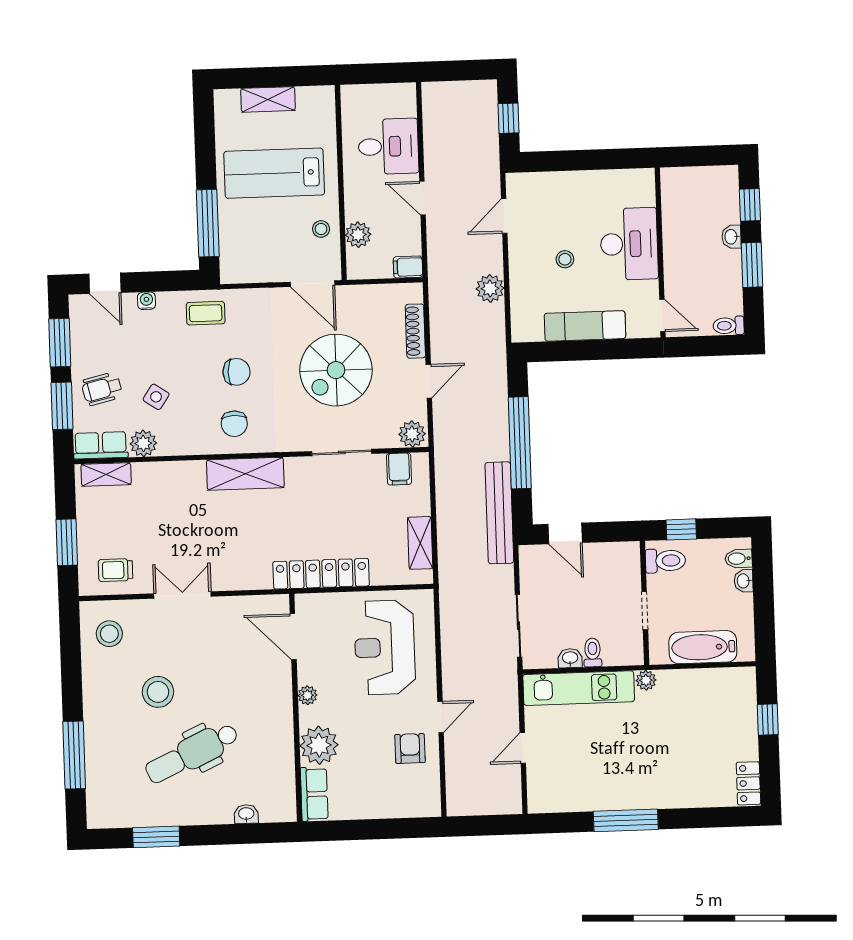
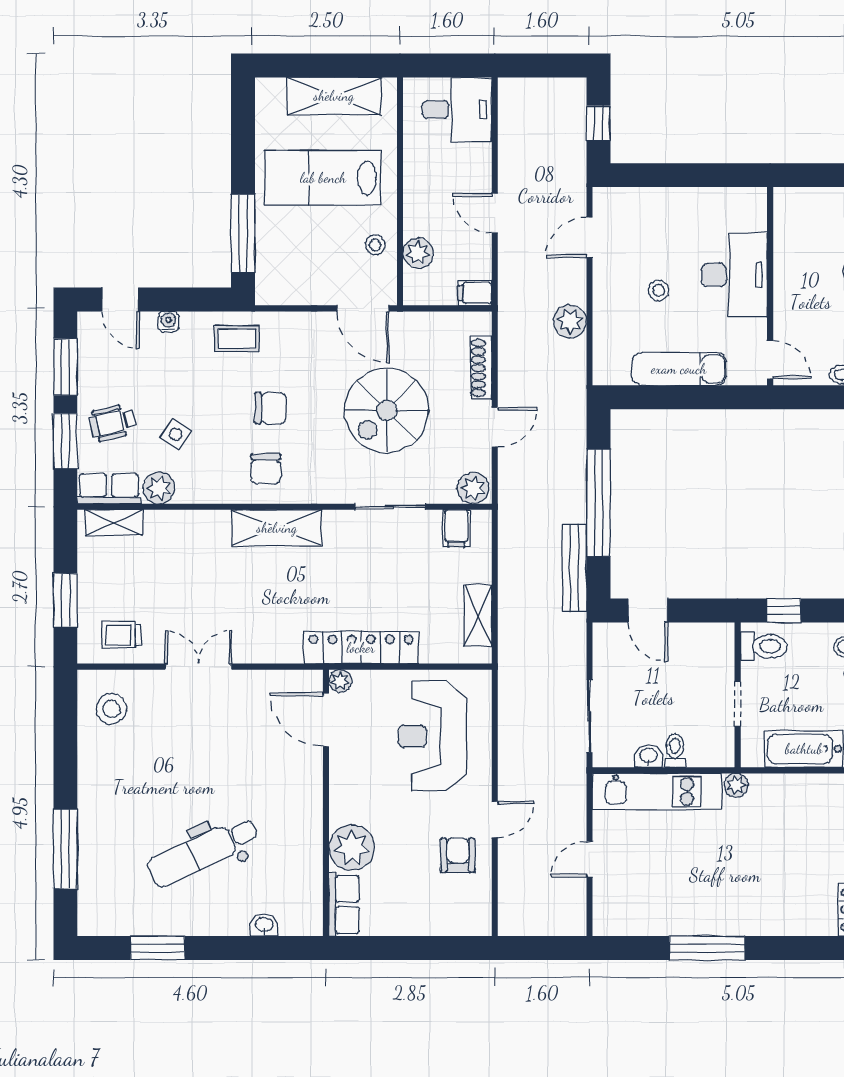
shelving: (268, 99) -> (334, 96), width x1.50, depth x1.33
desk: (388, 146) -> (457, 110), moved
bench: (499, 513) -> (574, 568), width x0.73, depth x0.82
stool: (158, 692) -> (166, 779), removed
plant: (308, 695) -> (340, 681), moved

